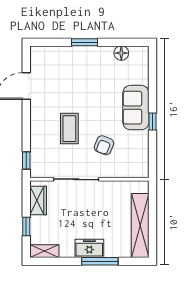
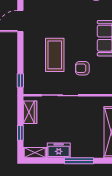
coffee table: (69, 129) -> (55, 55), width x1.36, depth x1.32
armchair: (104, 145) -> (82, 68), turned 68
freezer: (89, 248) -> (59, 150), moved

